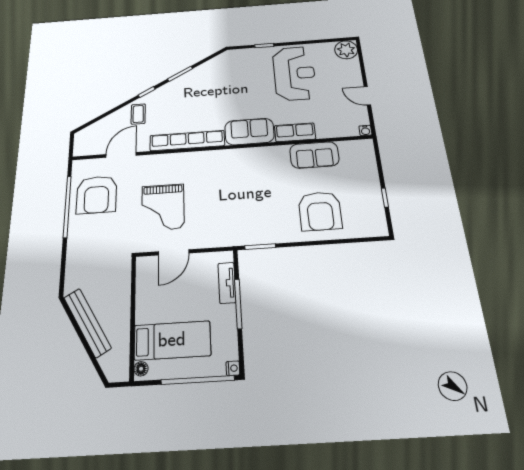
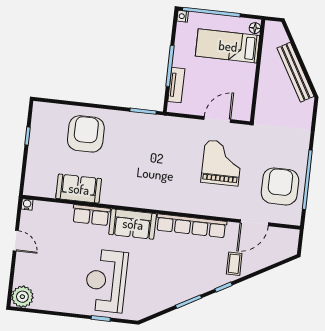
reception desk: (294, 73) -> (106, 281), moved

